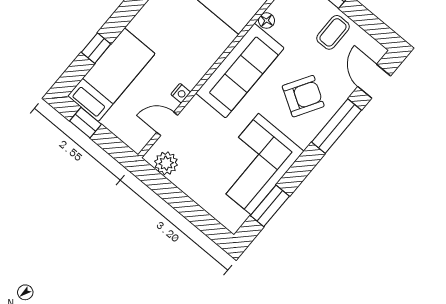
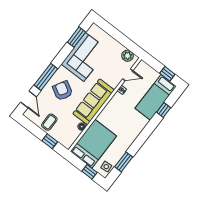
armchair: (303, 96) -> (63, 91), turned 89

